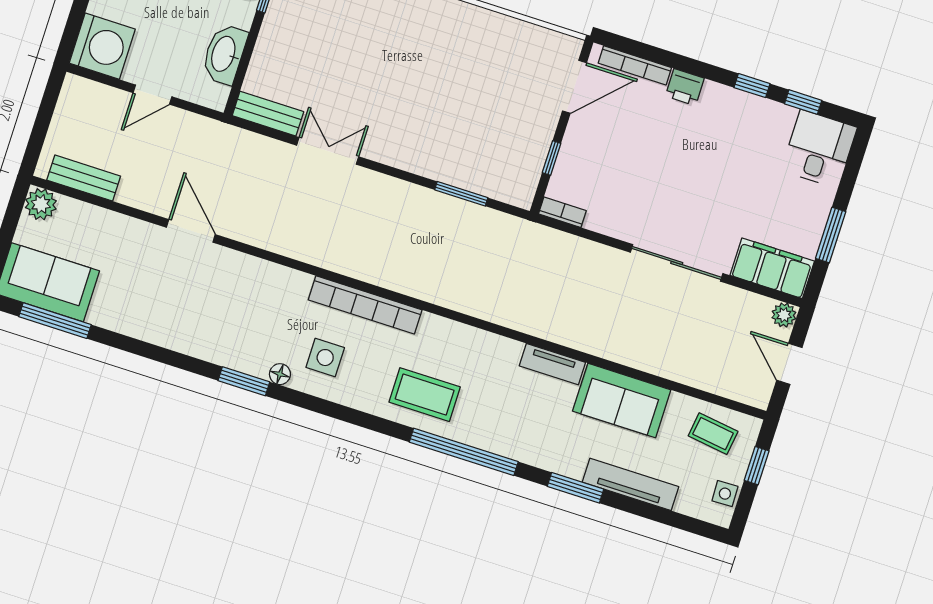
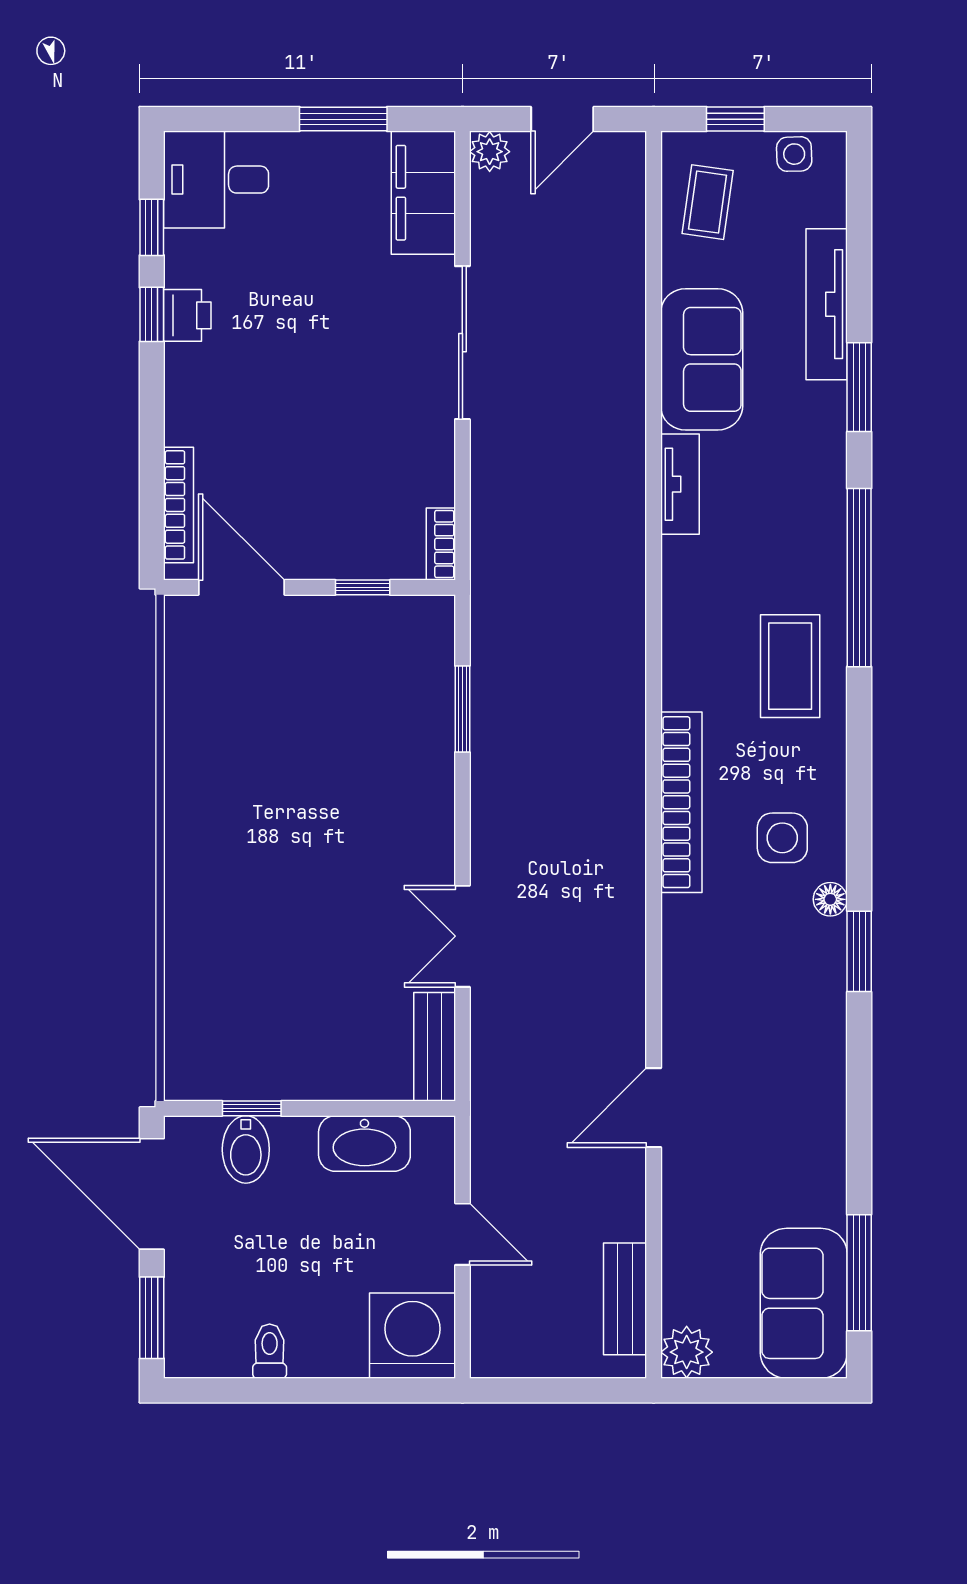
printer: (685, 87) -> (187, 315), moved

